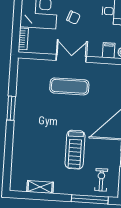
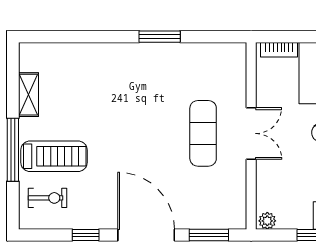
filing cabinet: (109, 50) -> (269, 196), removed
treadmill: (75, 150) -> (54, 156), moved, turned 180
window: (90, 199) -> (13, 150), moved

